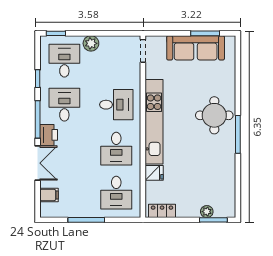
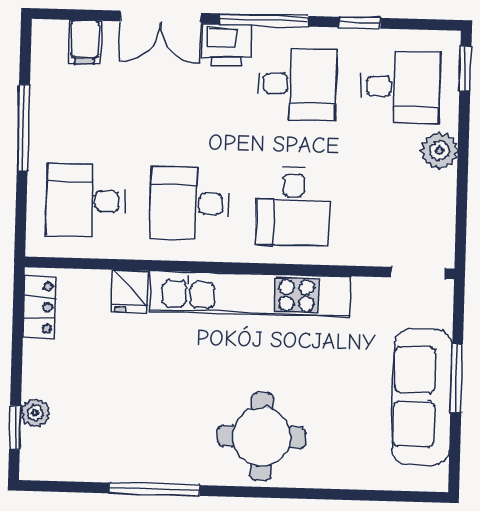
window: (205, 33) -> (457, 378), moved
window: (238, 134) -> (155, 489), moved
window: (213, 220) -> (15, 427), width x0.67

